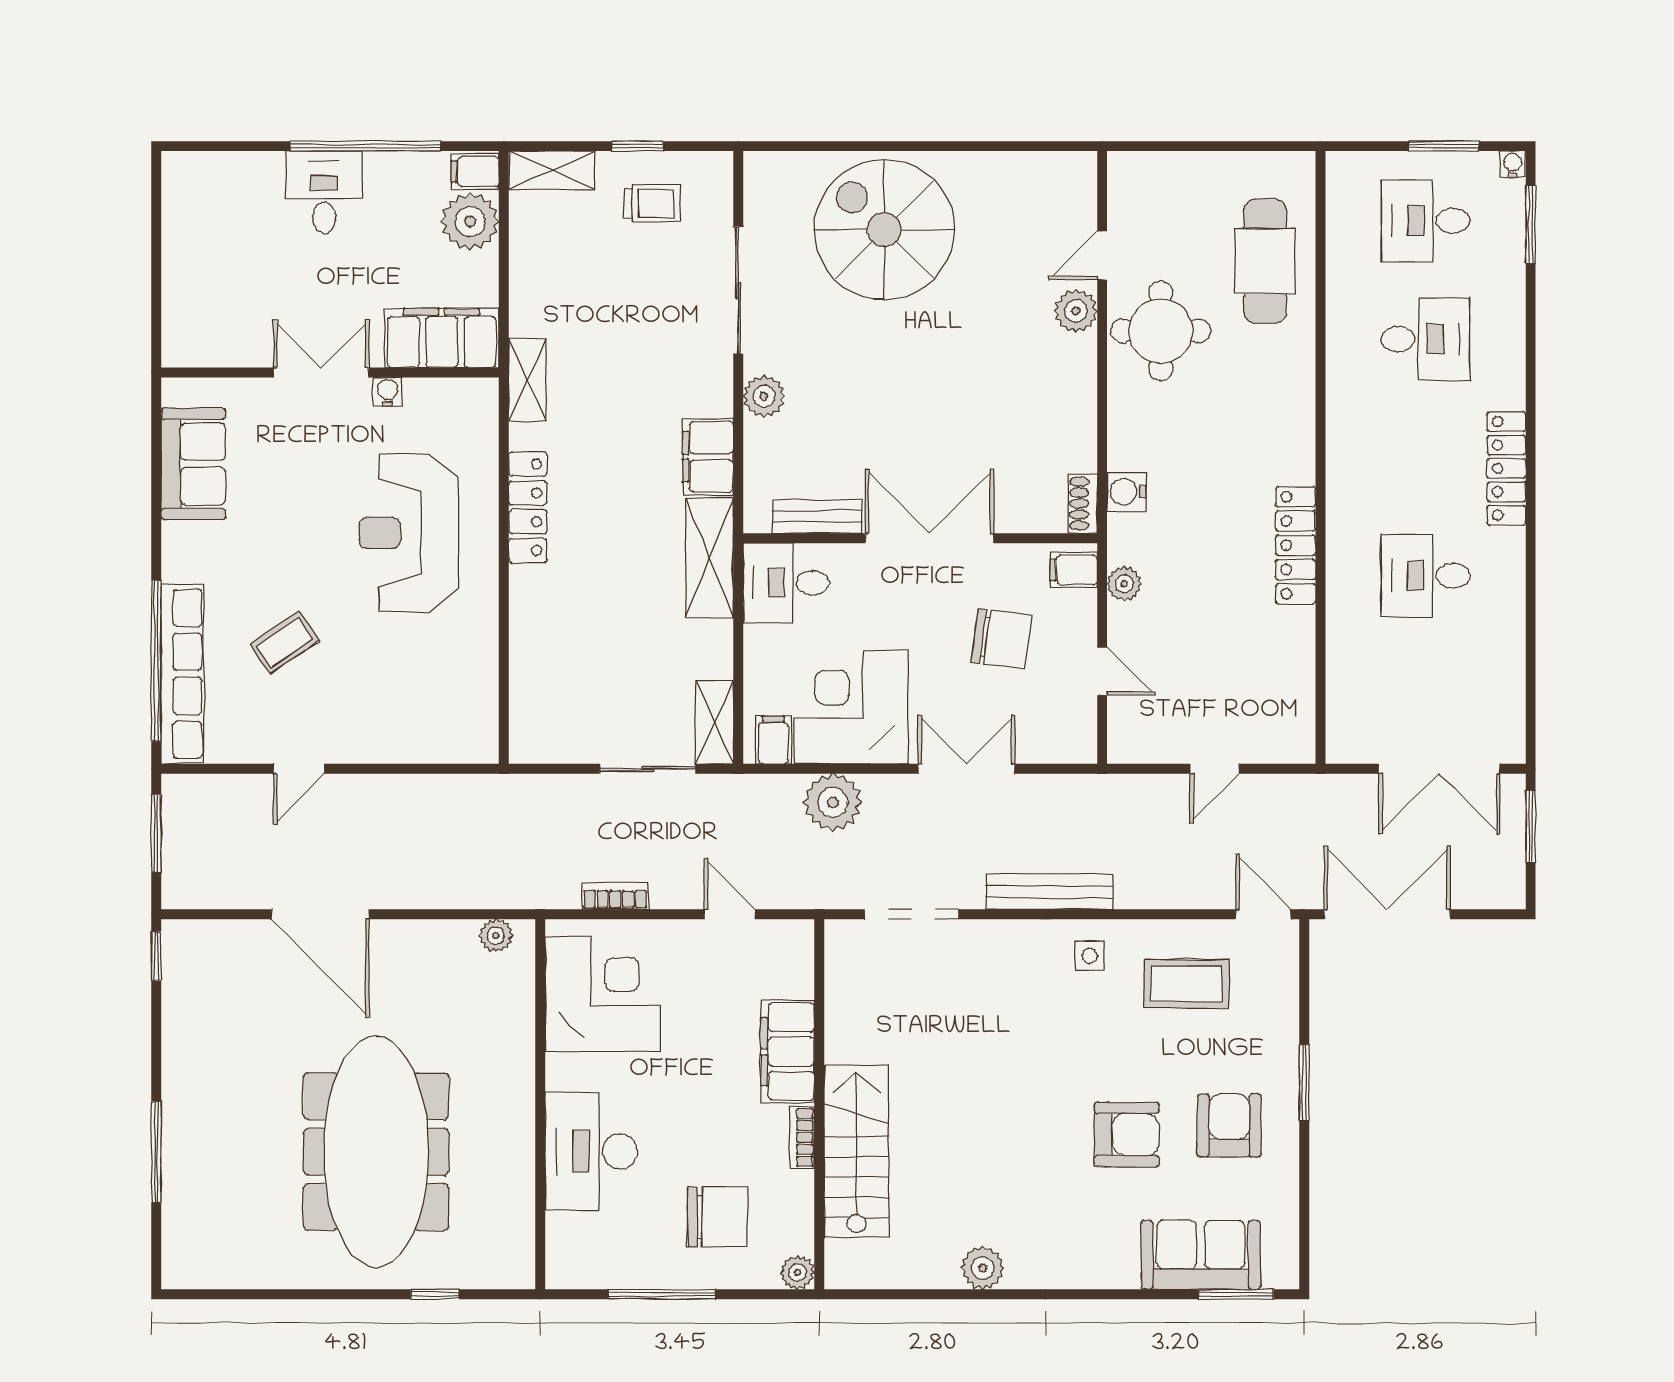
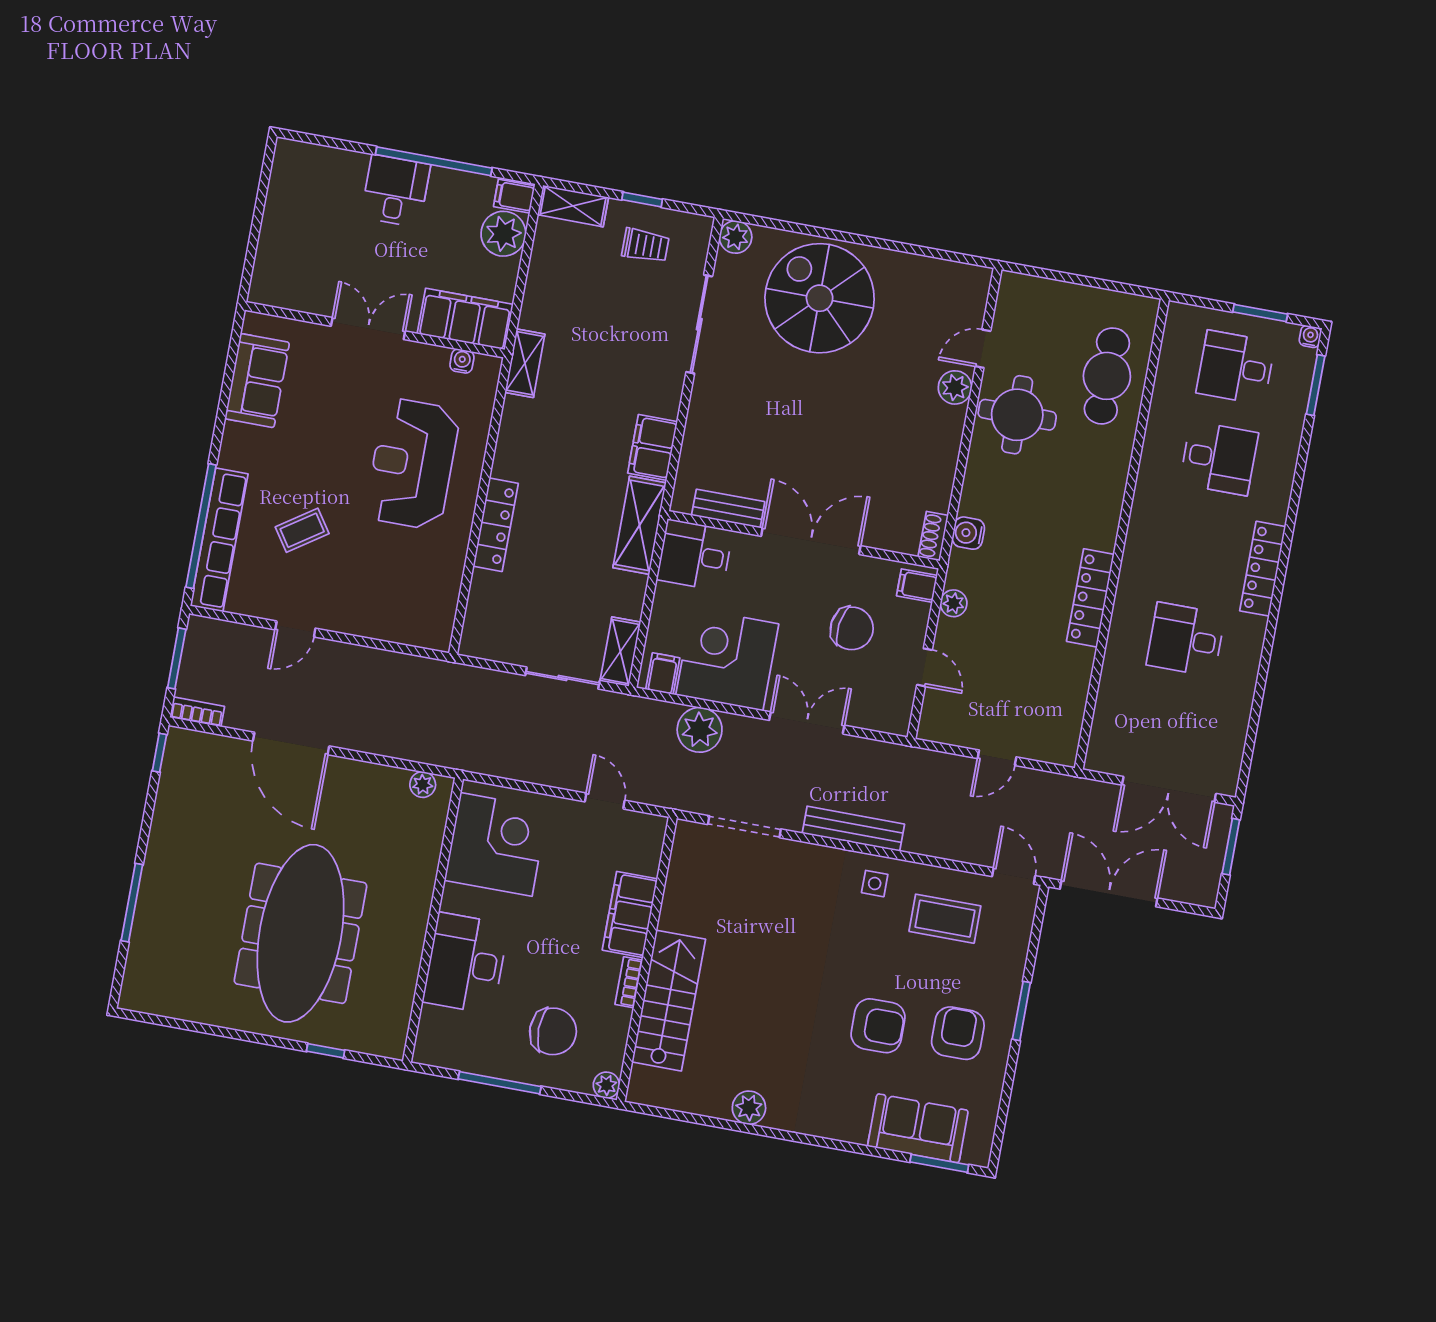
water cooler: (388, 392) -> (462, 361), moved
plant: (764, 396) -> (736, 237), moved
locker: (528, 507) -> (496, 525), moved
bookcase: (615, 896) -> (197, 712), moved

